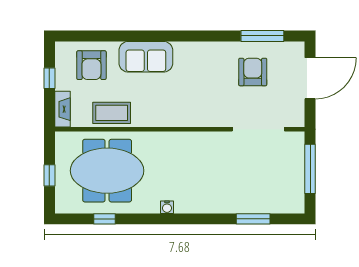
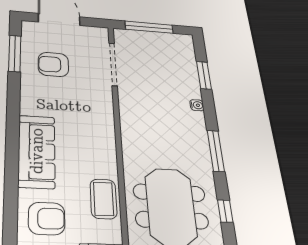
sofa: (146, 57) -> (37, 151), width x1.36
water cooler: (167, 207) -> (197, 105), moved
window: (166, 219) -> (216, 151), added

